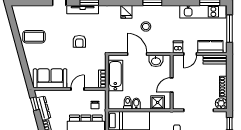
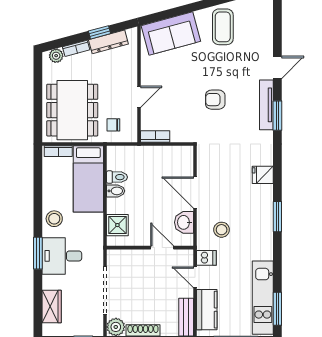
stool: (146, 27) -> (222, 230), moved
door: (137, 54) -> (195, 192), swing flipped
bathtub: (115, 76) -> (161, 157), removed
sofa: (50, 78) -> (171, 33), moved, turned 75
door: (172, 85) -> (162, 248), moved
door: (78, 89) -> (139, 97), hinge flipped
window: (35, 104) -> (100, 32), moved

